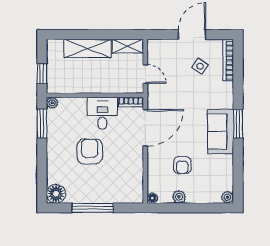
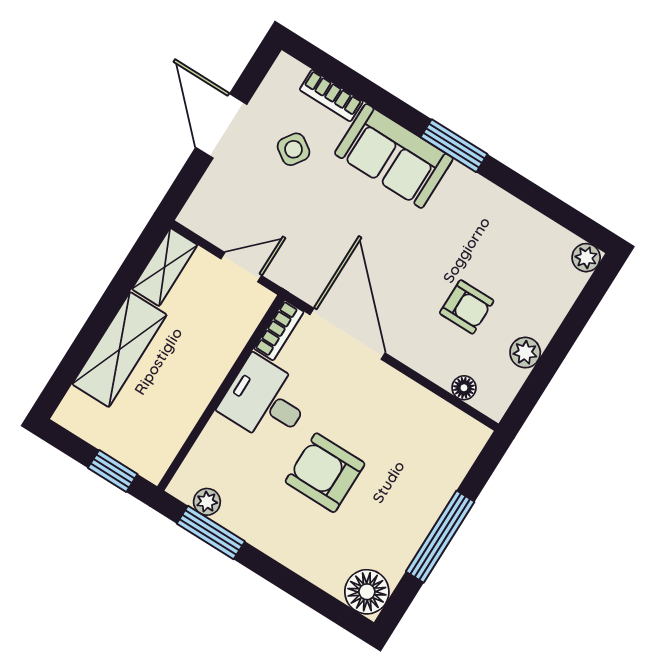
bookcase: (228, 60) -> (331, 96), width x0.64
plant: (52, 103) -> (207, 502), moved
sofa: (221, 131) -> (394, 156), moved
floor lamp: (152, 198) -> (464, 388), moved

